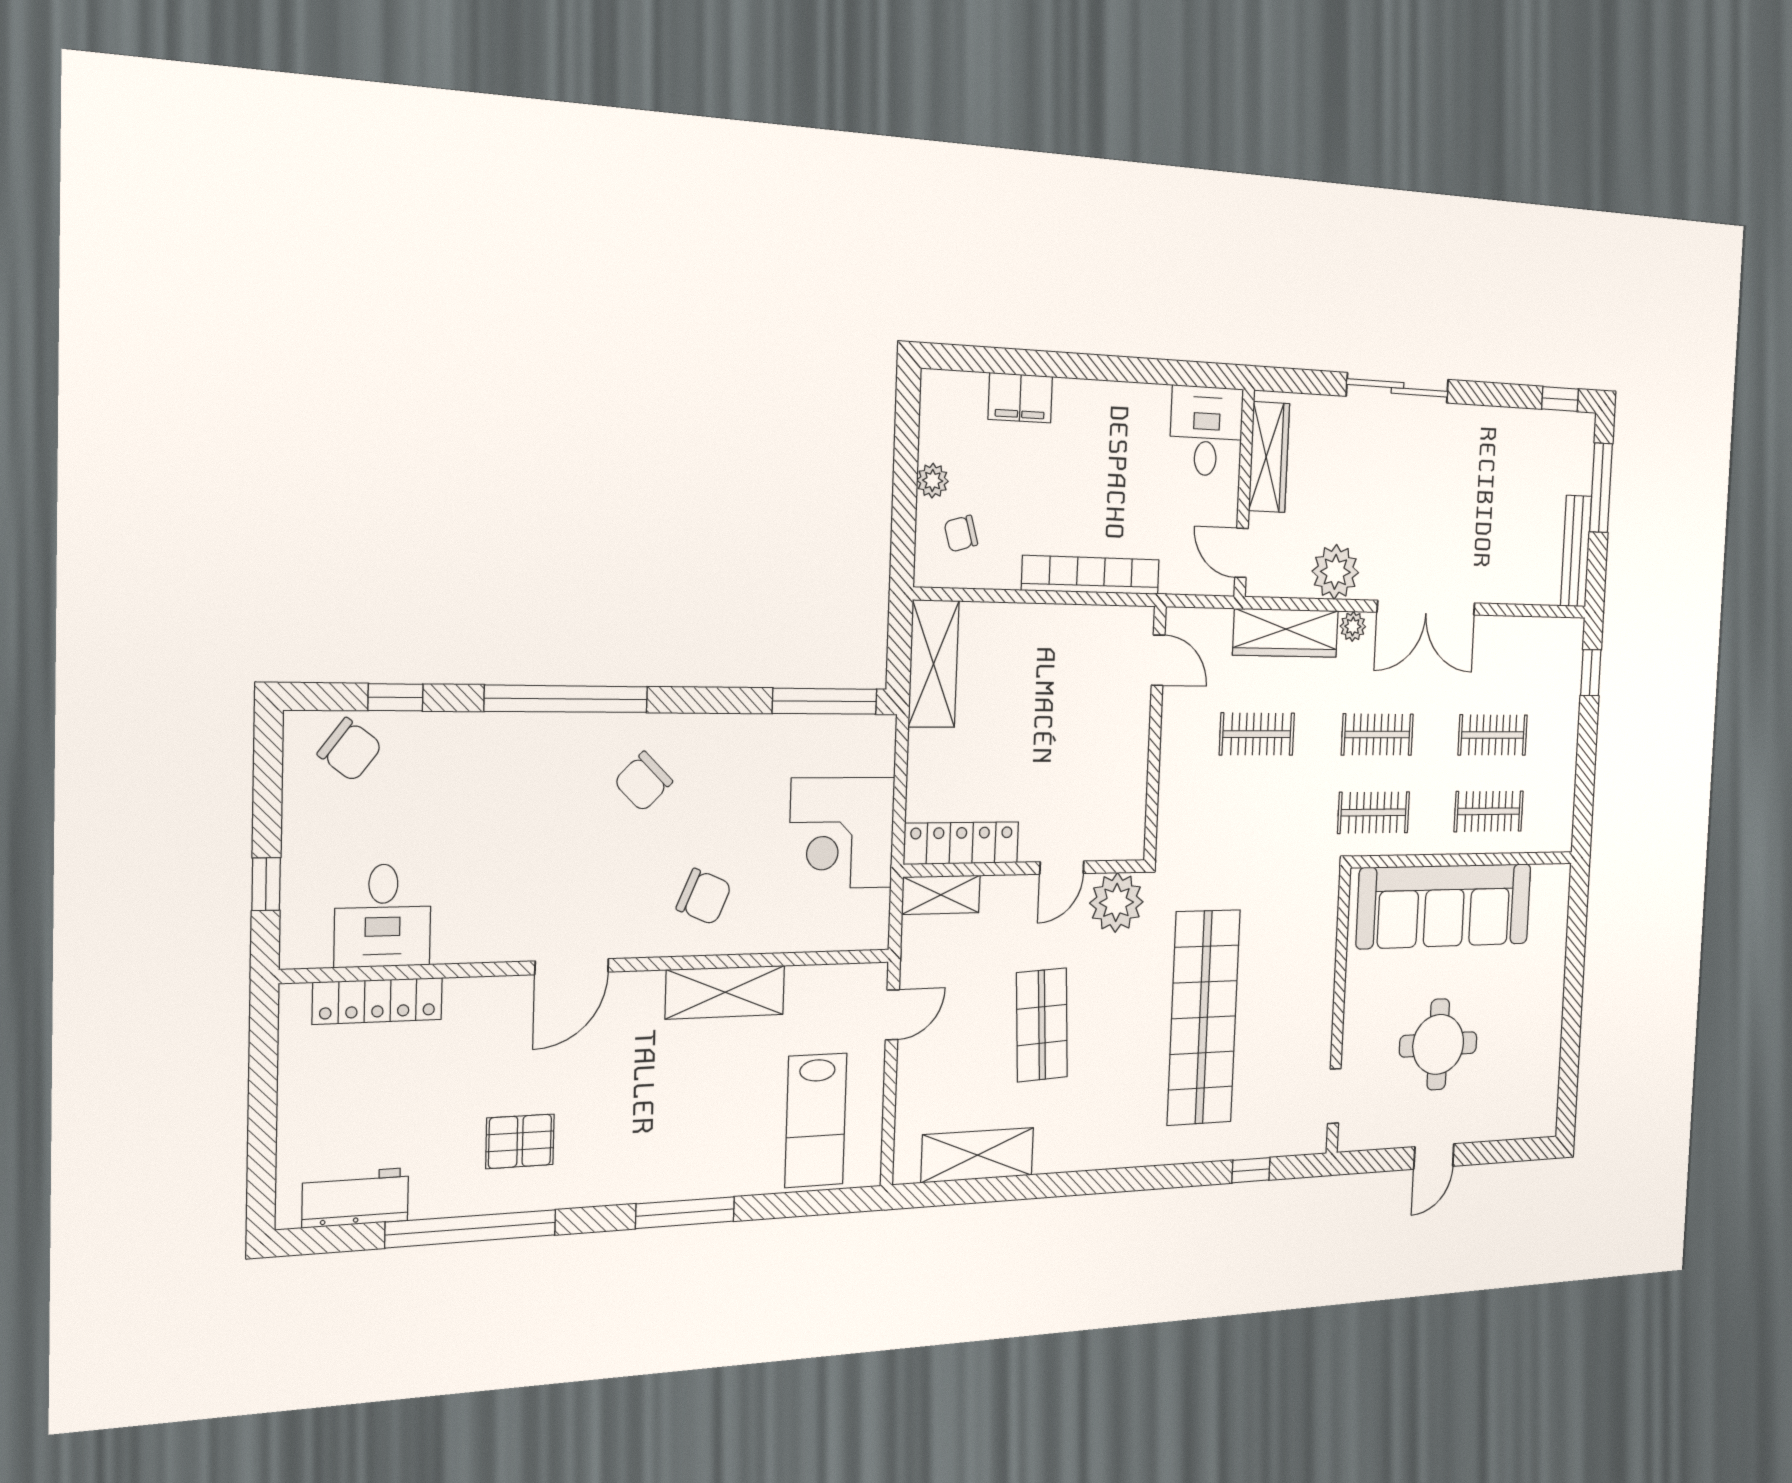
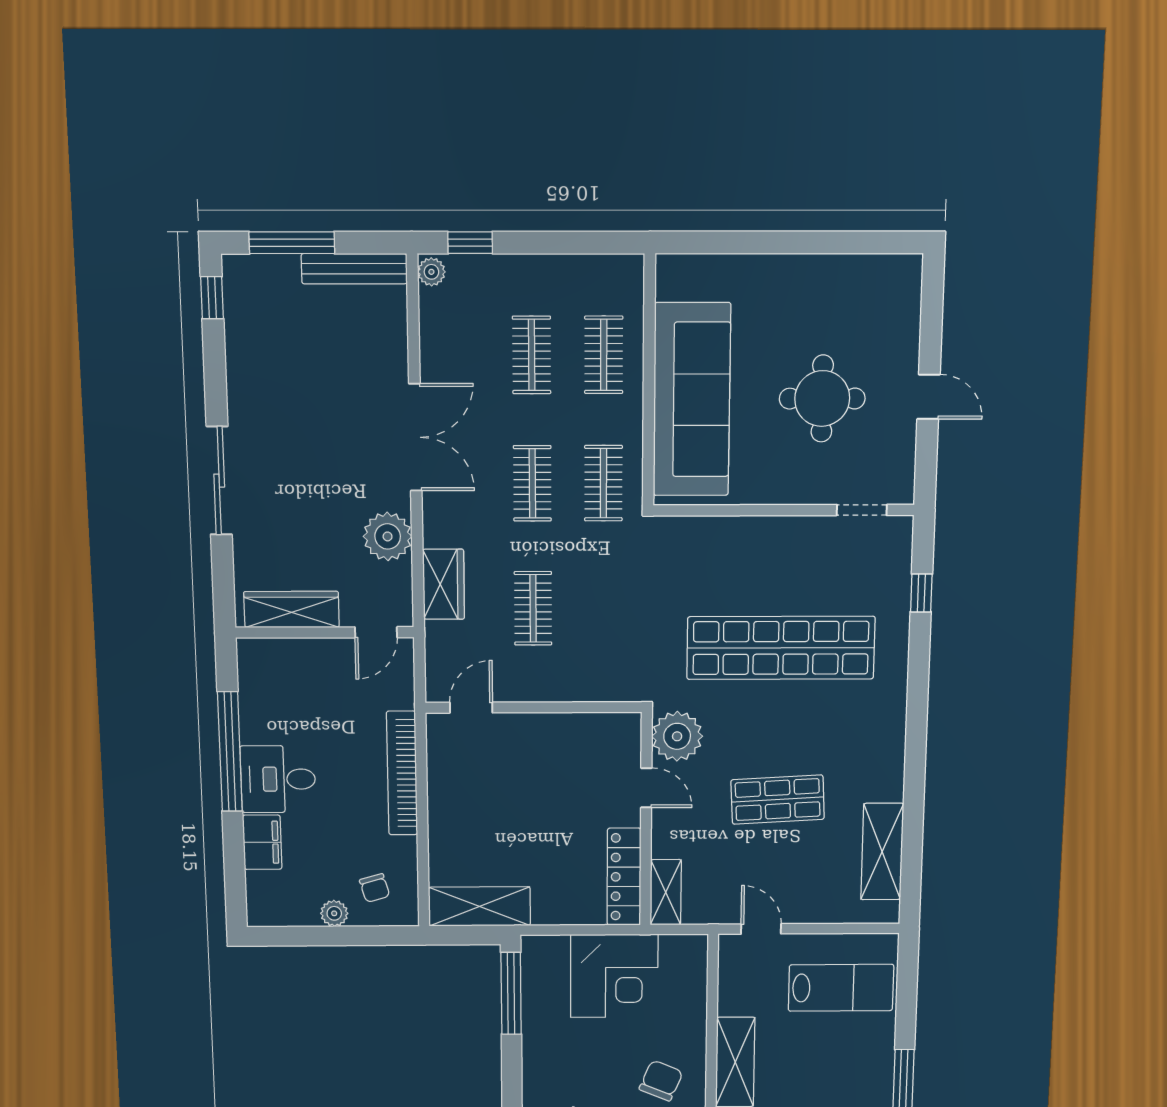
window: (1124, 369) -> (230, 752), added
desk: (1206, 431) -> (278, 779), moved
plant: (1353, 626) -> (431, 272), moved
wardrobe: (1286, 633) -> (444, 584), width x0.67

